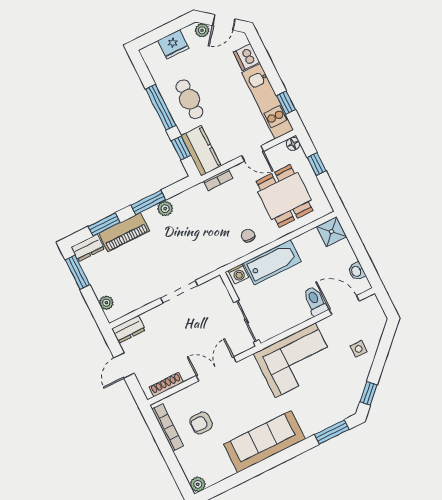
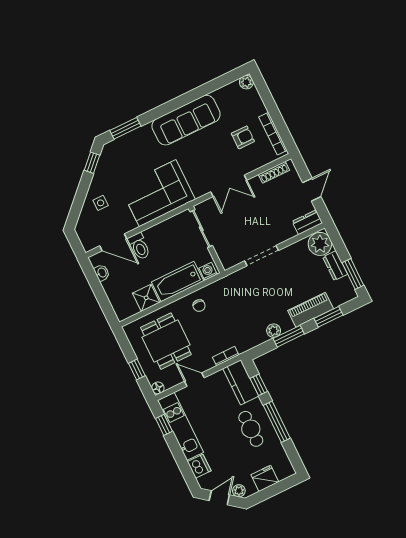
shower: (332, 232) -> (146, 298), moved
dresser: (88, 248) -> (335, 266), moved, turned -90
plant: (106, 303) -> (320, 244), width x1.87, depth x1.87

